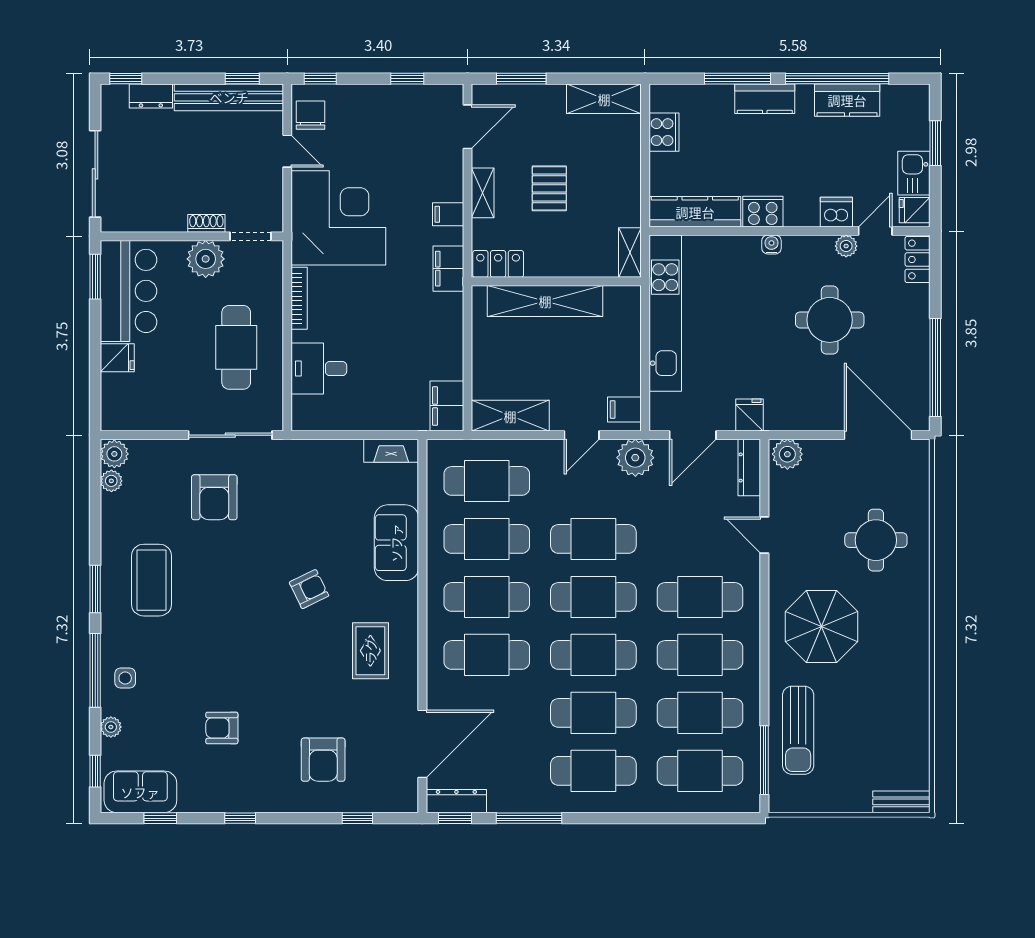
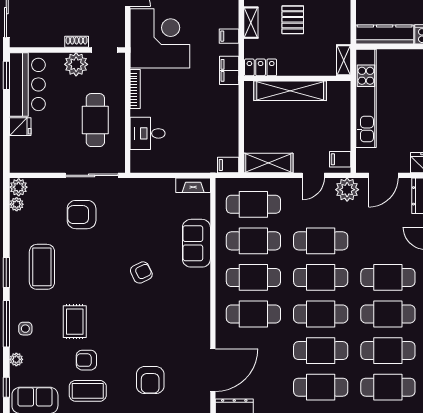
filing cabinet: (447, 406) -> (228, 165), width x0.50
armchair: (214, 497) -> (82, 215), turned 90
rug: (370, 651) -> (75, 322), moved
coffee table: (224, 777) -> (88, 391), added

